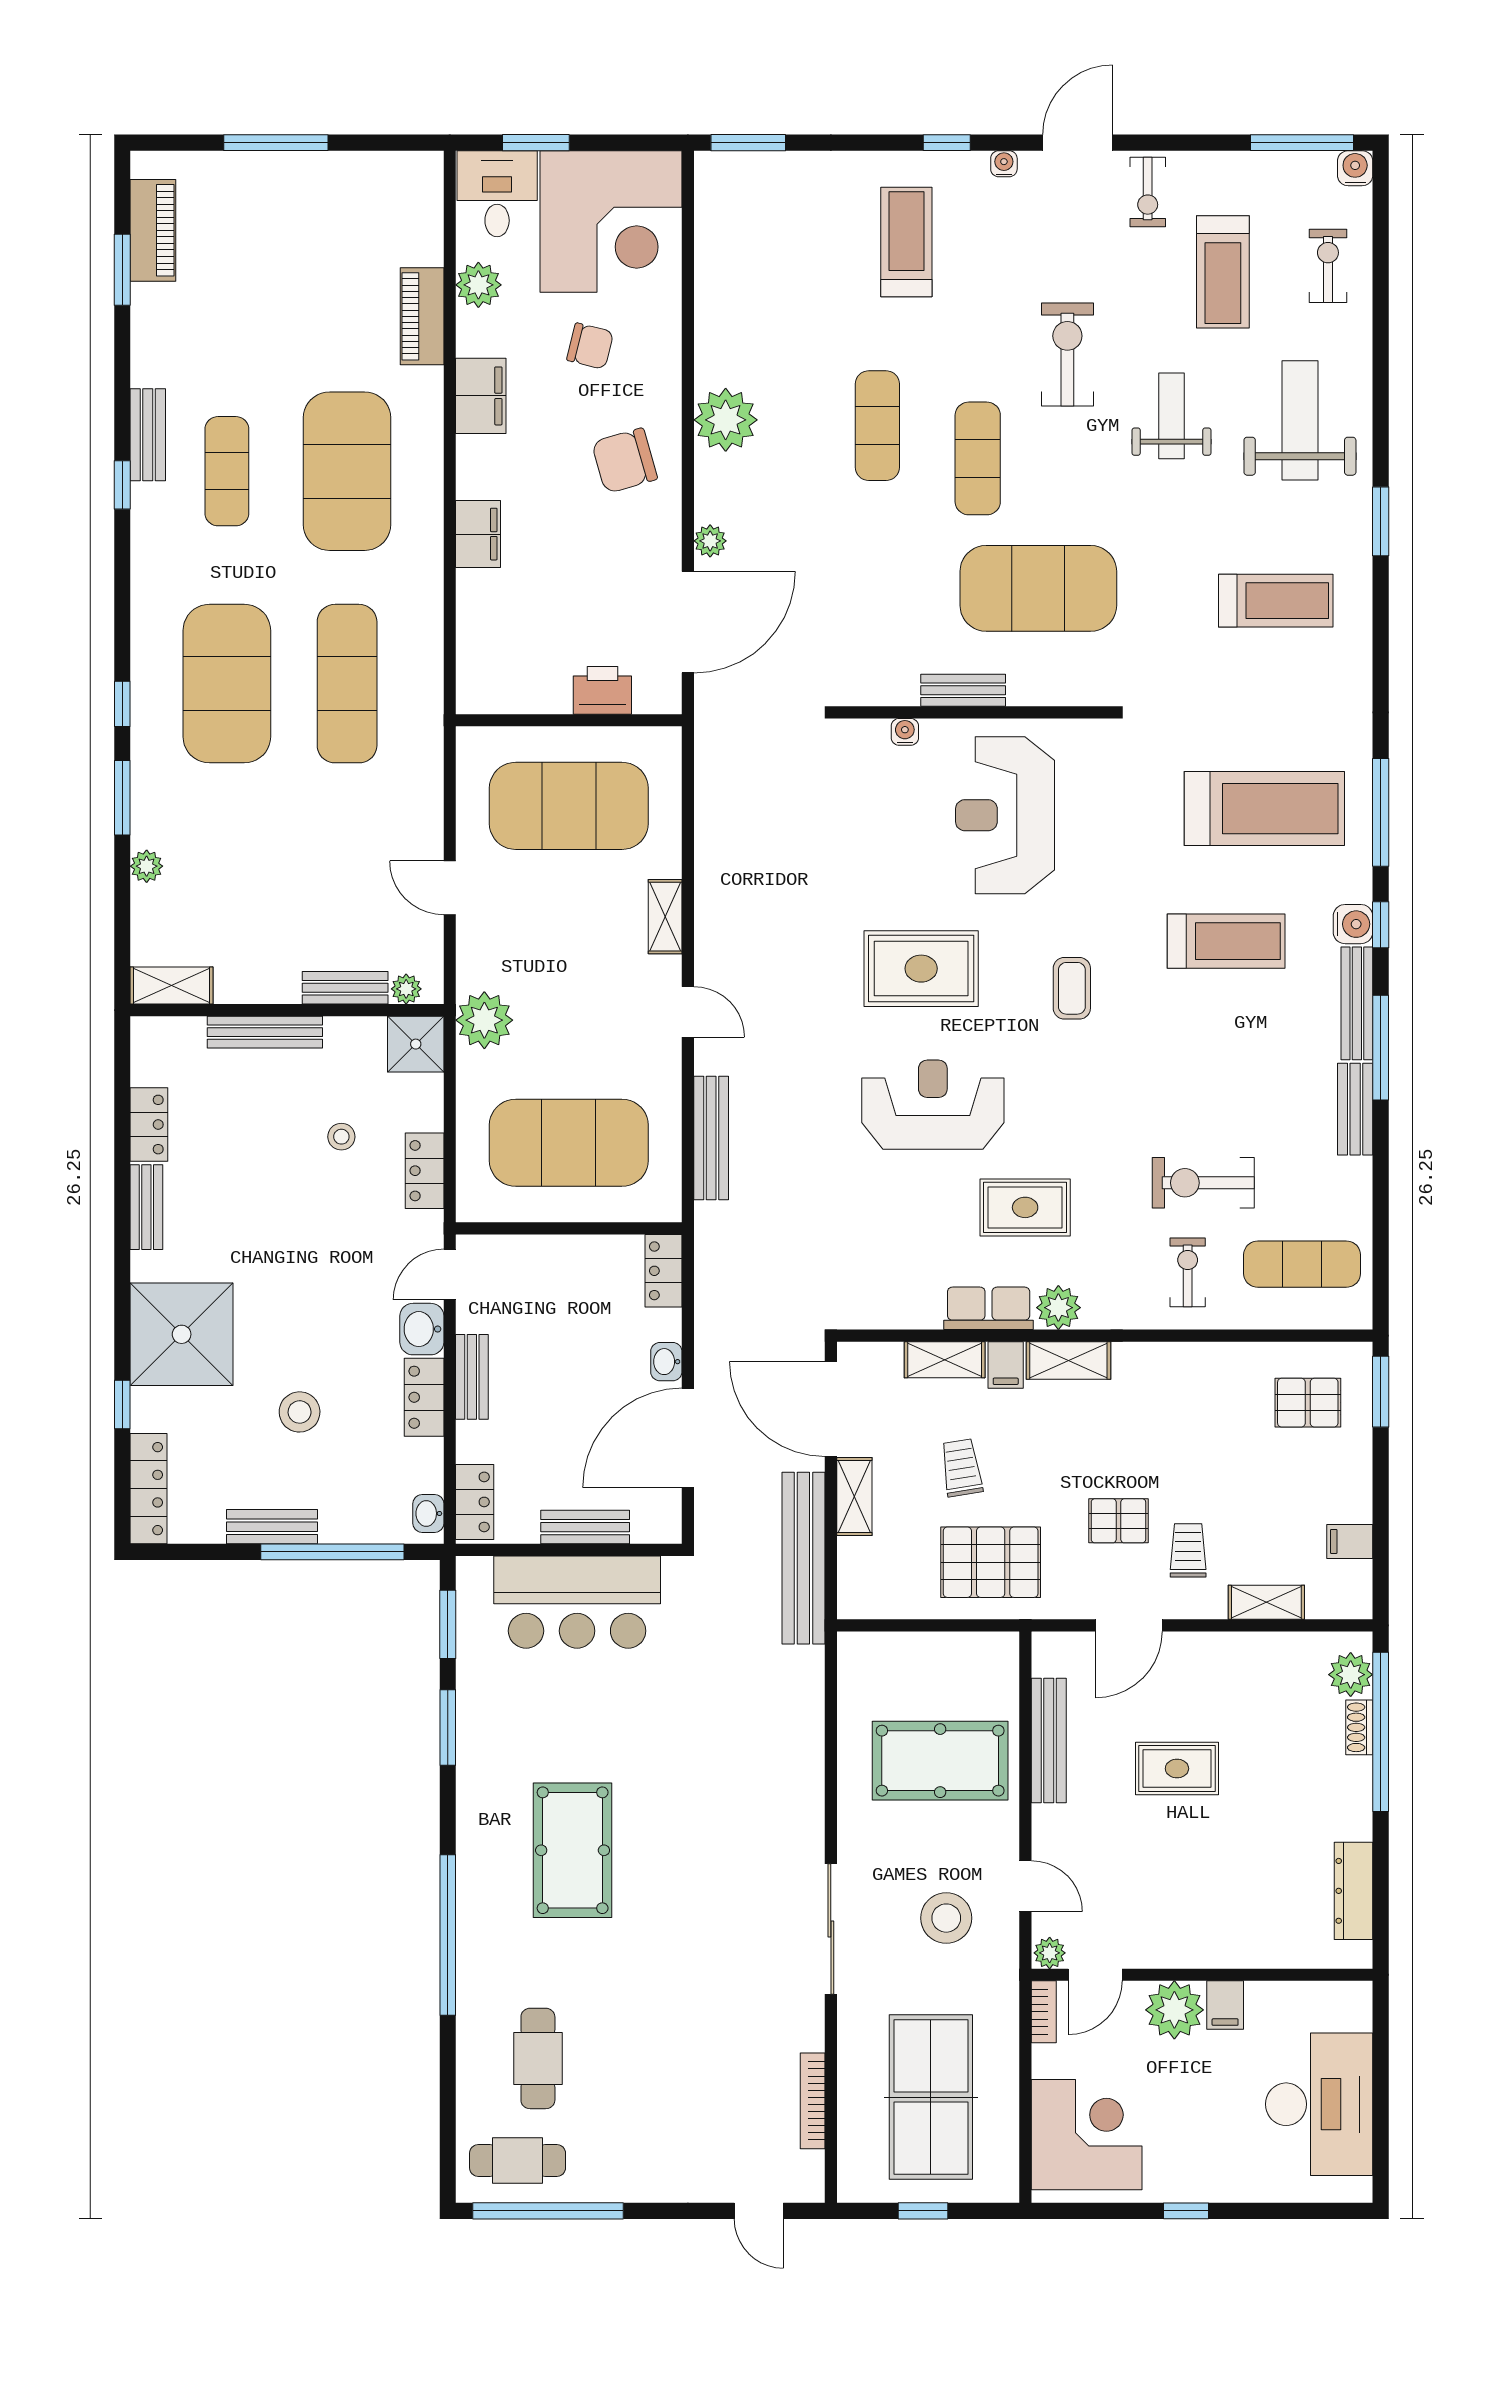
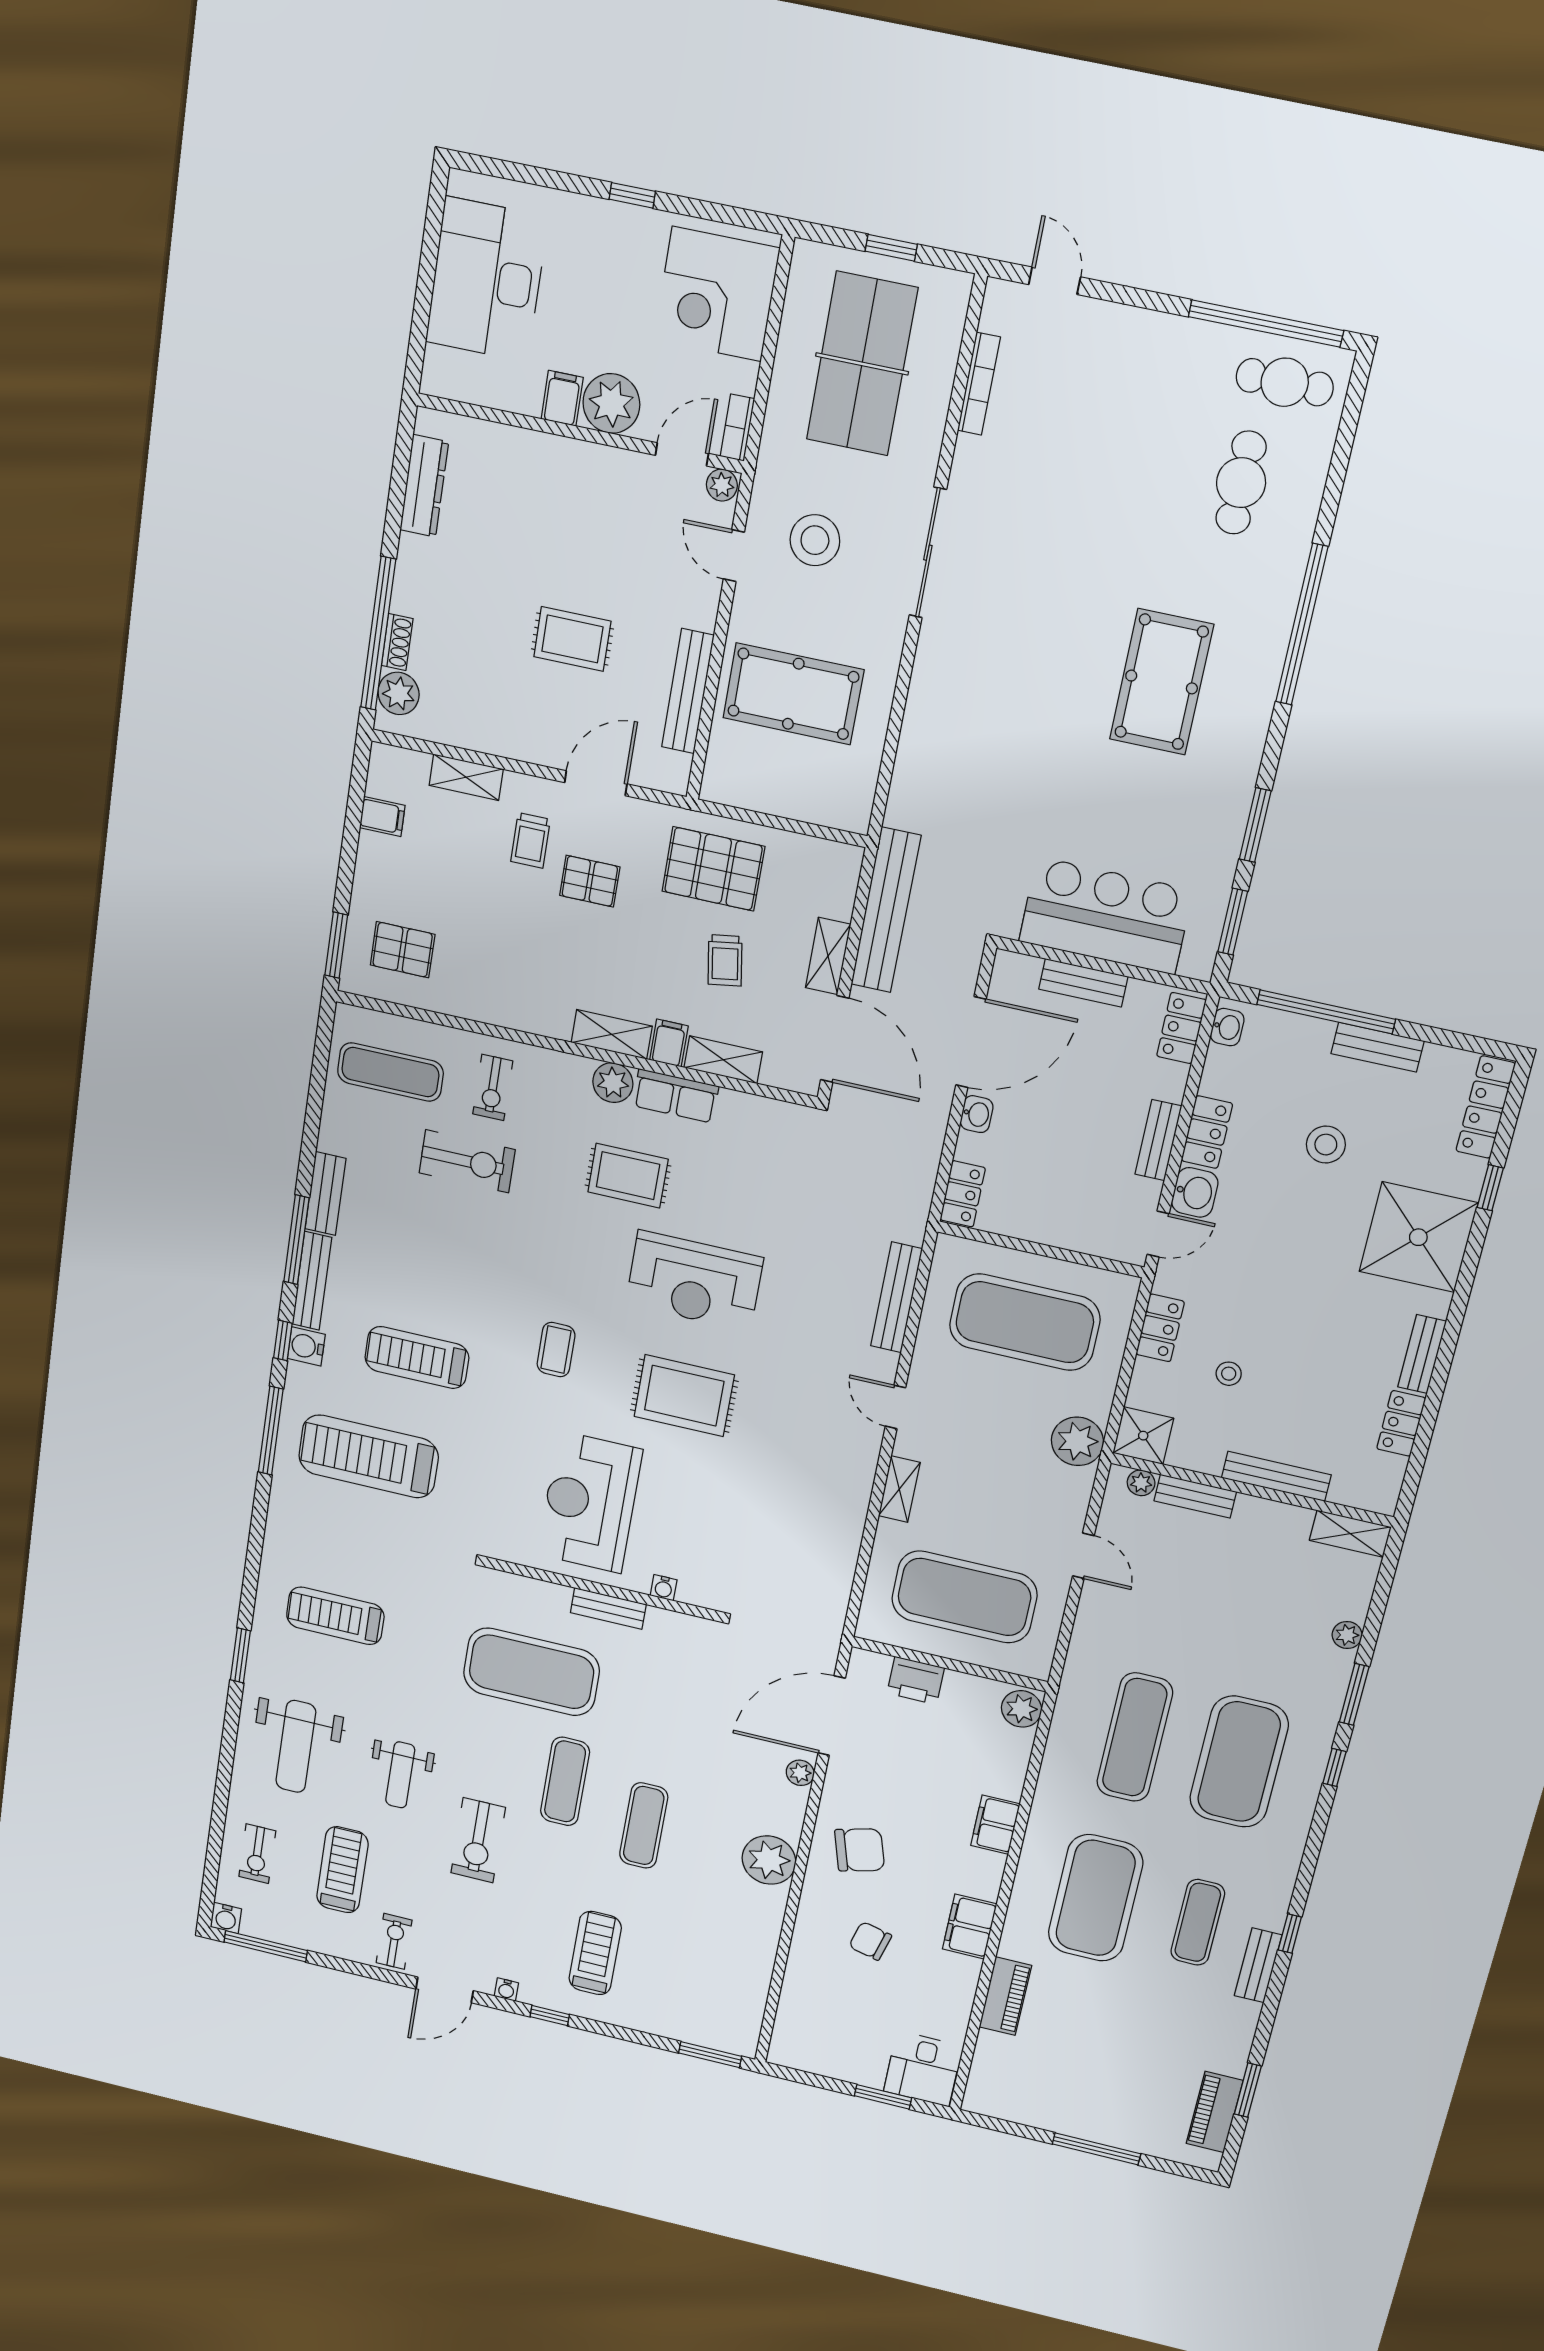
corner desk: (611, 221) -> (834, 2026), removed
treadmill: (906, 242) -> (595, 1953), turned 180
plant: (478, 285) -> (1022, 1709), moved
reception desk: (1005, 815) -> (590, 1502), turned 180

